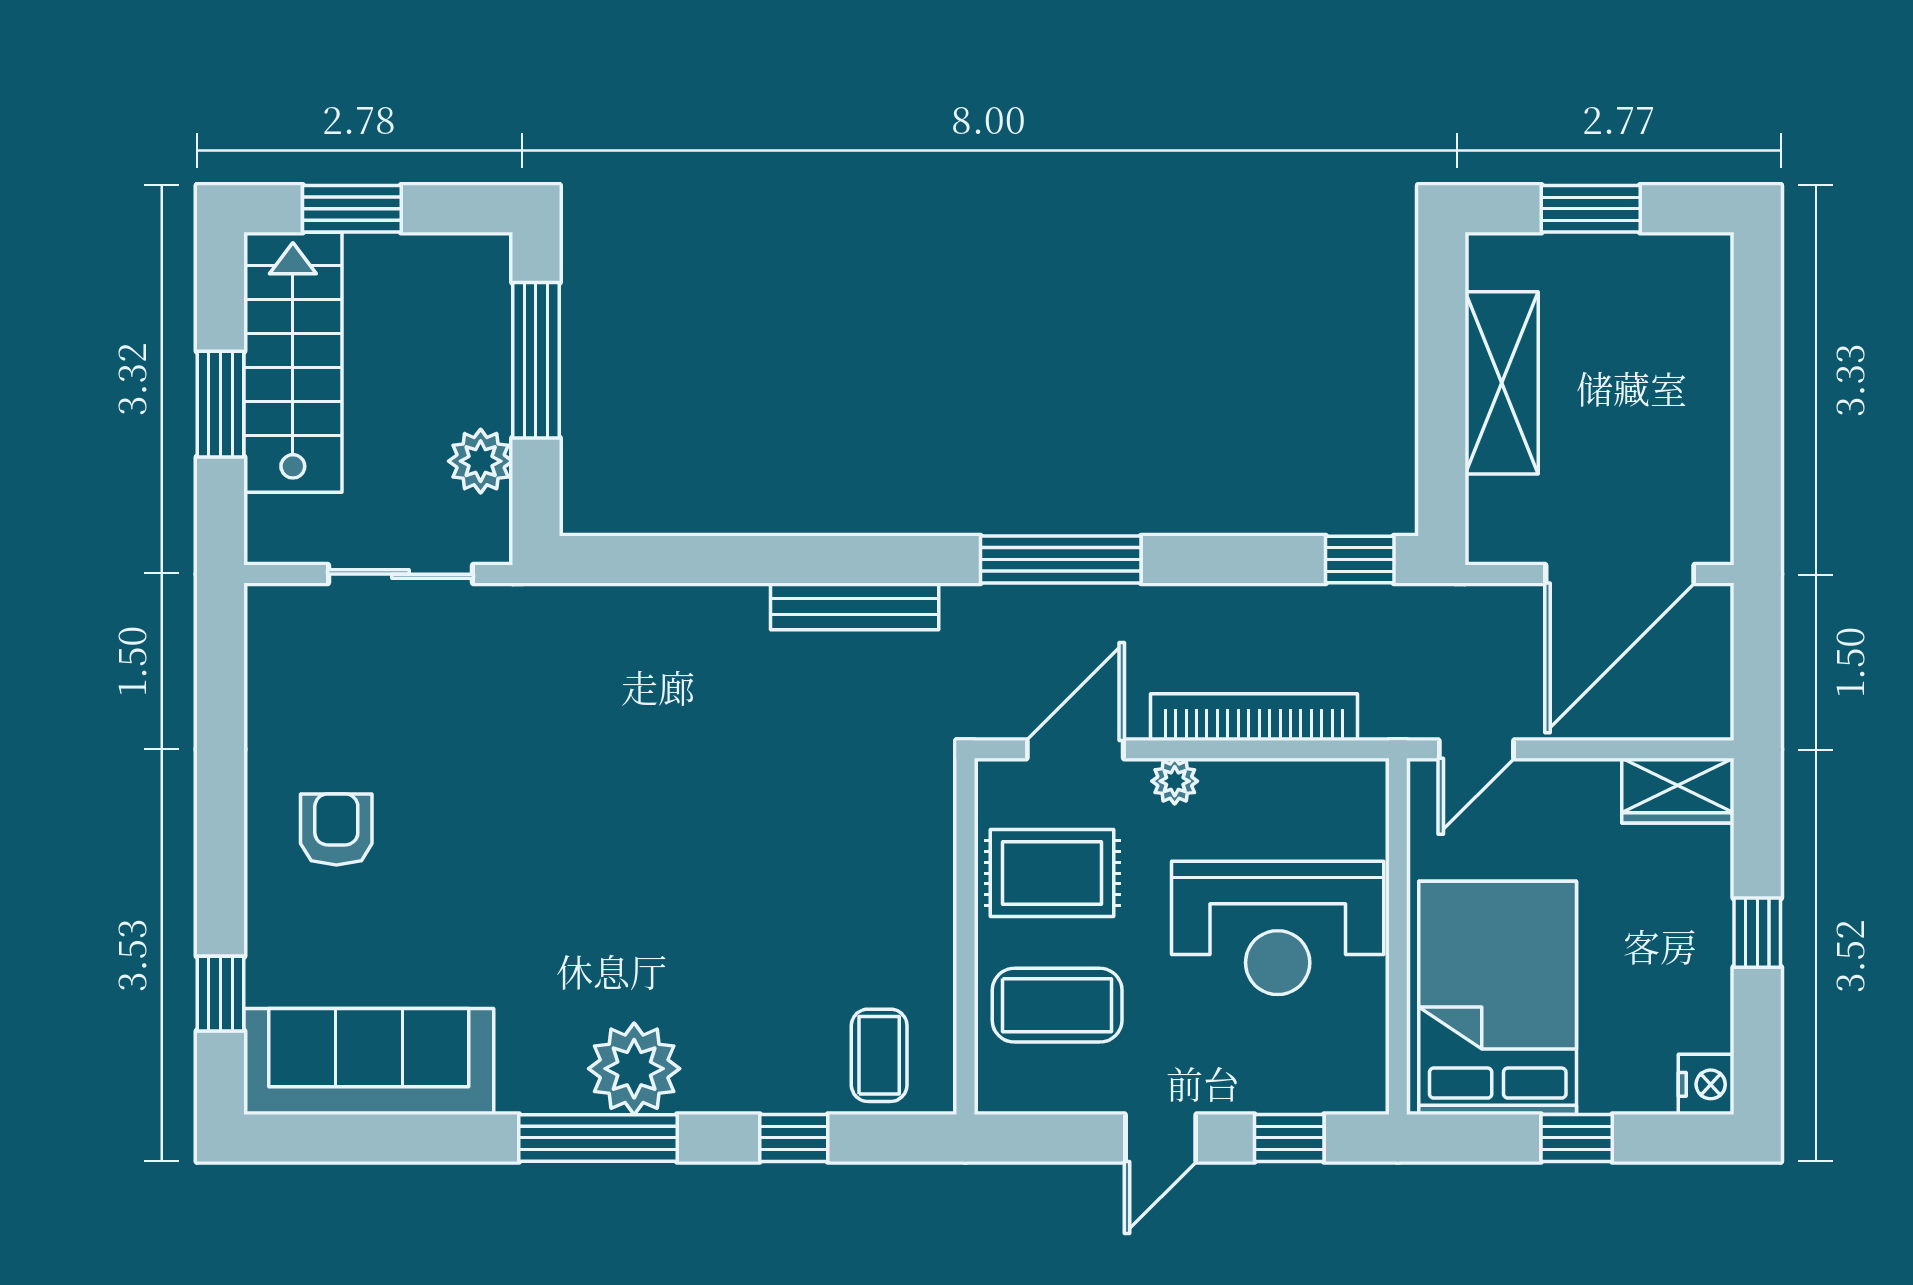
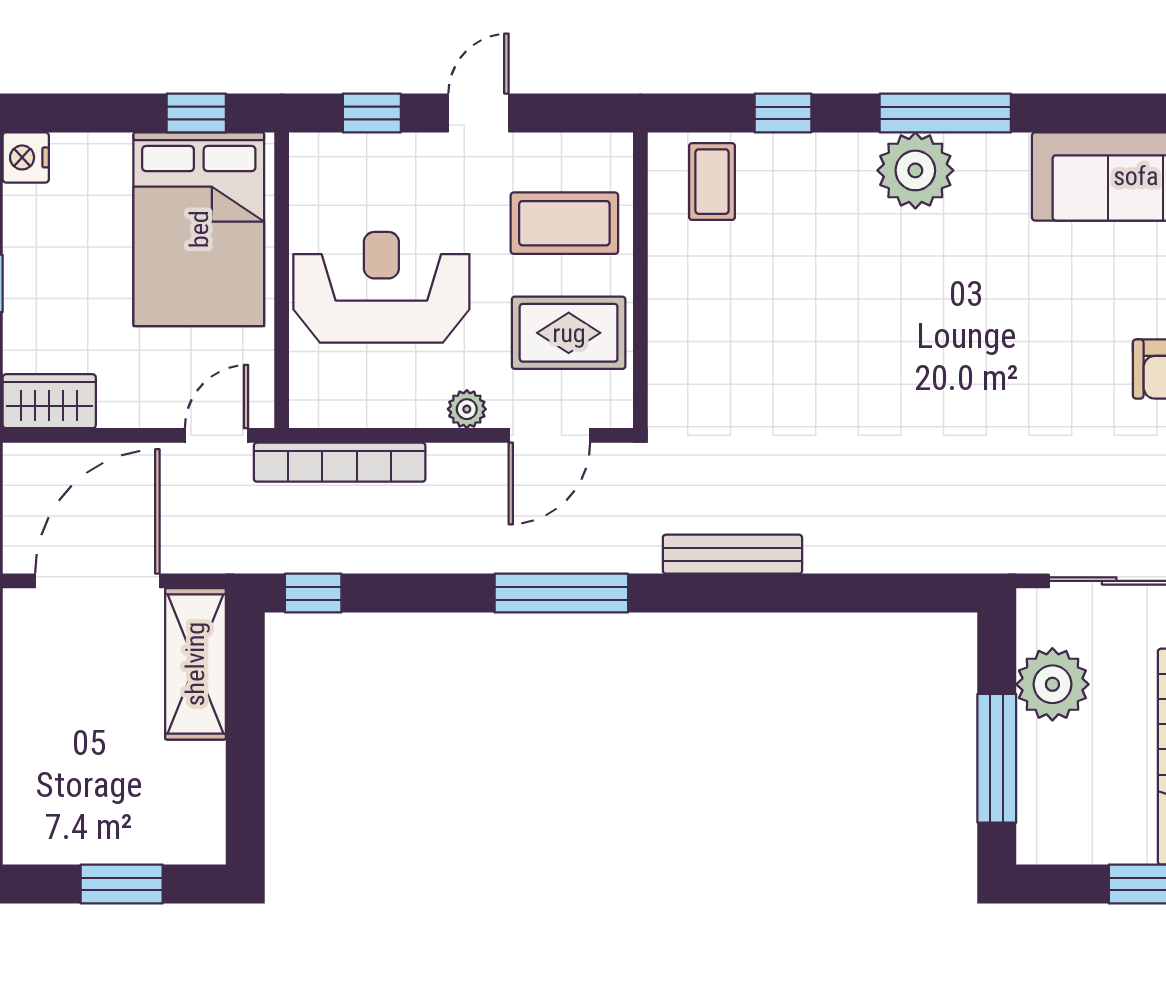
shelving: (1502, 383) -> (195, 664), moved
plant: (481, 461) -> (1052, 684), width x1.36, depth x1.36
bookcase: (1254, 717) -> (340, 462), moved
window: (1577, 1138) -> (196, 113), moved

